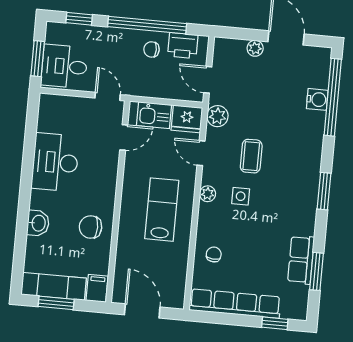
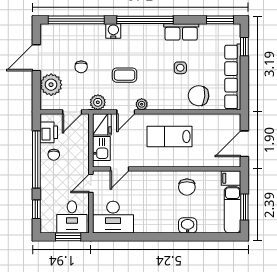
plant: (255, 48) -> (51, 85), width x1.88, depth x1.88
chair: (268, 98) -> (81, 67), added
water cooler: (317, 99) -> (113, 31), moved
door: (124, 137) -> (120, 169), swing flipped
desk: (55, 162) -> (113, 217), moved
window: (324, 191) -> (145, 20), width x2.11
plant: (208, 194) -> (142, 104), moved
side table: (241, 196) -> (180, 68), moved
chair: (214, 254) -> (199, 96), width x1.87, depth x1.87
row of seats: (301, 260) -> (181, 32), moved
window: (317, 271) -> (220, 20), moved

